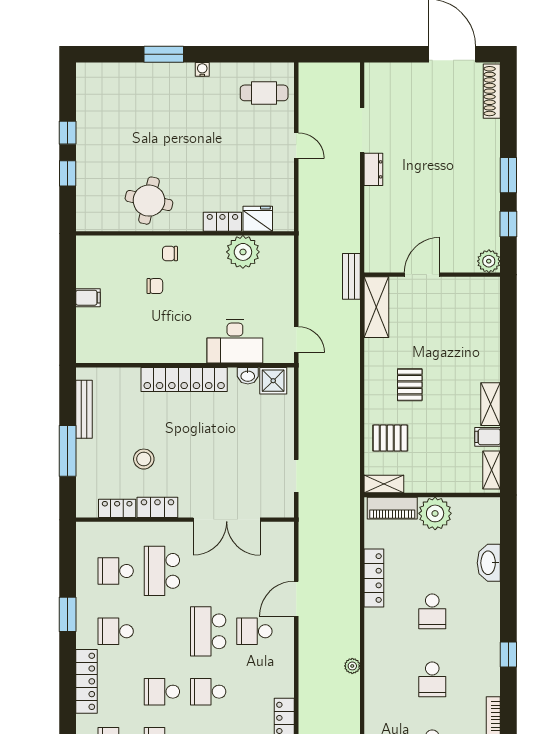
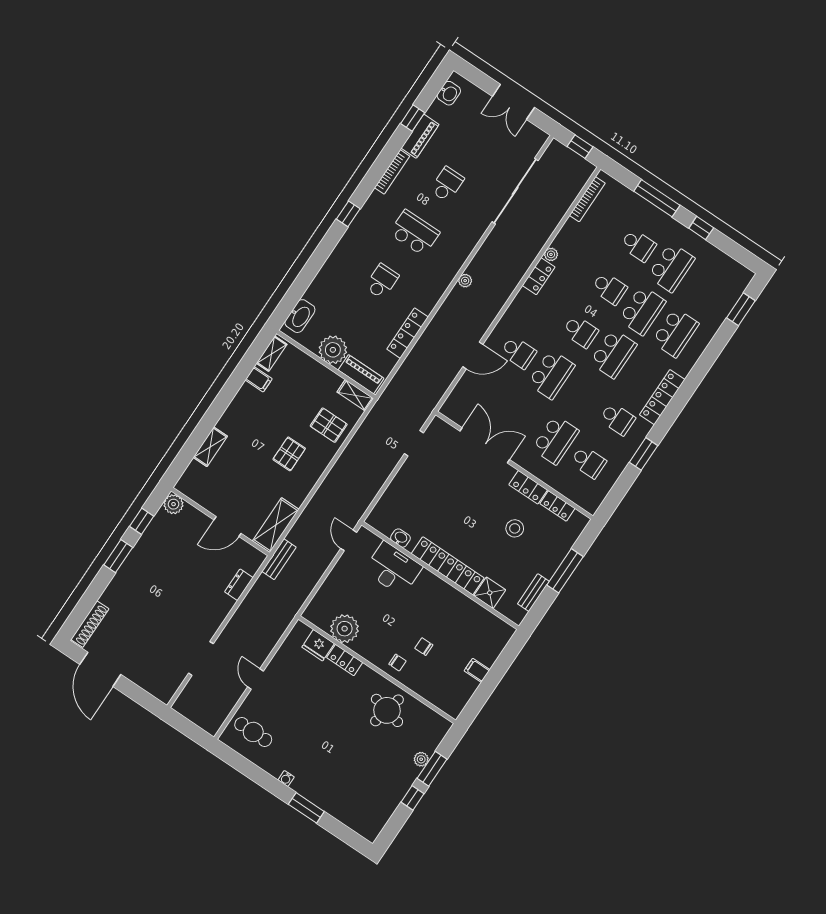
dresser: (373, 169) -> (239, 585), moved
window: (68, 173) -> (432, 769), width x1.50
plant: (84, 176) -> (421, 759), added
shower: (273, 381) -> (490, 593), moved
shelving: (490, 404) -> (210, 447), moved
bench: (84, 409) -> (533, 593), width x0.73
washbasin: (489, 563) -> (300, 316), moved
school desk: (432, 679) -> (414, 233), width x1.85
school desk: (162, 692) -> (613, 354), width x1.85

